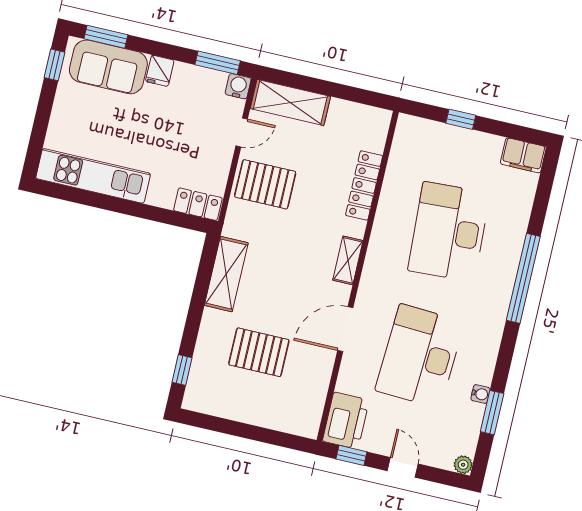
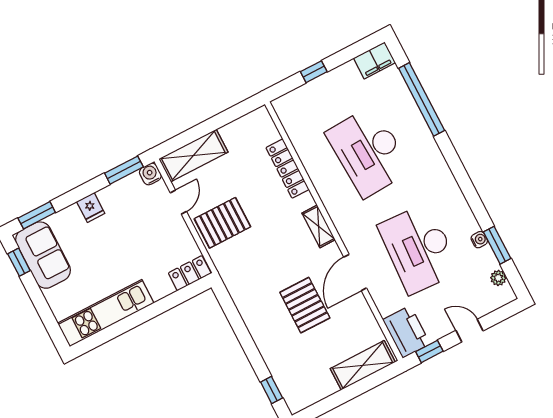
sofa: (108, 67) -> (43, 255), moved, turned -90
shelving: (226, 274) -> (363, 365), moved, turned 90
window: (523, 278) -> (422, 99), moved
pallet: (259, 352) -> (305, 305), moved, turned 90
plant: (463, 465) -> (498, 278), moved

